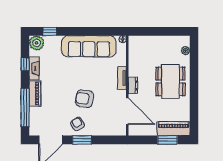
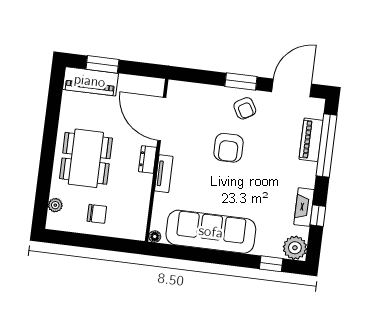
chair: (160, 49) -> (97, 214), added
piano: (35, 94) -> (311, 140), moved
armchair: (84, 99) -> (229, 148), turned 80

